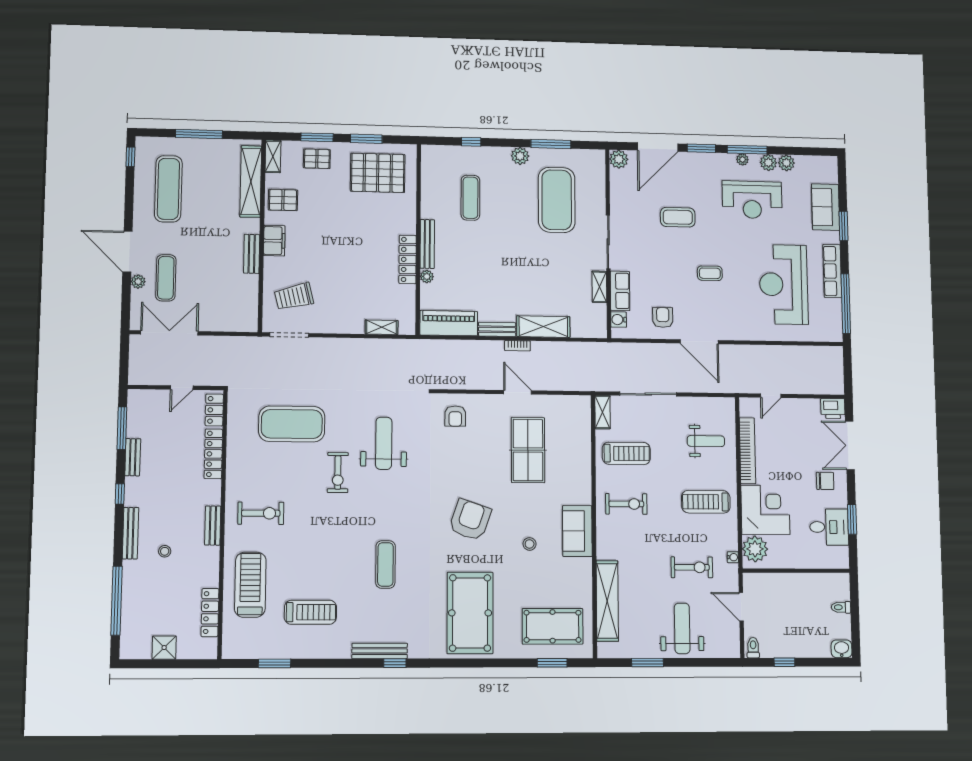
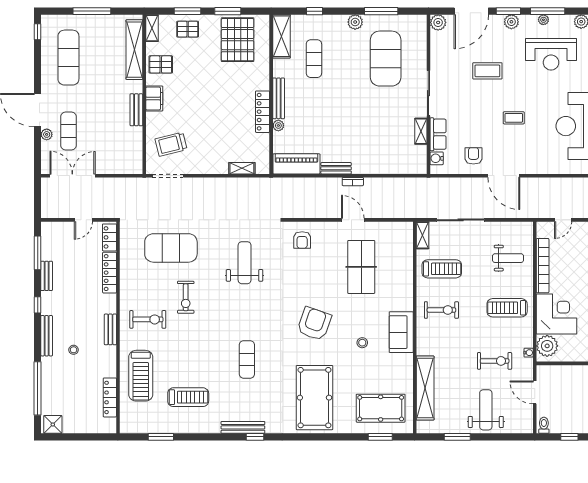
plant: (768, 163) -> (511, 22), moved
pallet: (378, 173) -> (238, 40), turned 90
shelving: (543, 327) -> (282, 36), moved, turned 90
exercise bike: (338, 473) -> (186, 297), moved
treadmill: (250, 585) -> (141, 376), turned 180
shower: (164, 648) -> (53, 424), moved

